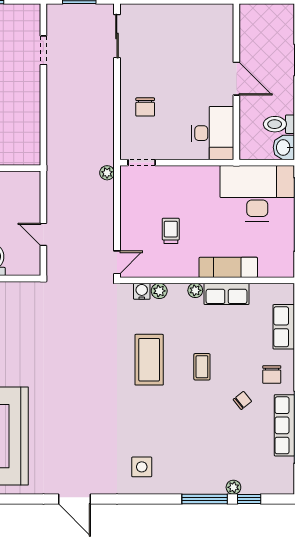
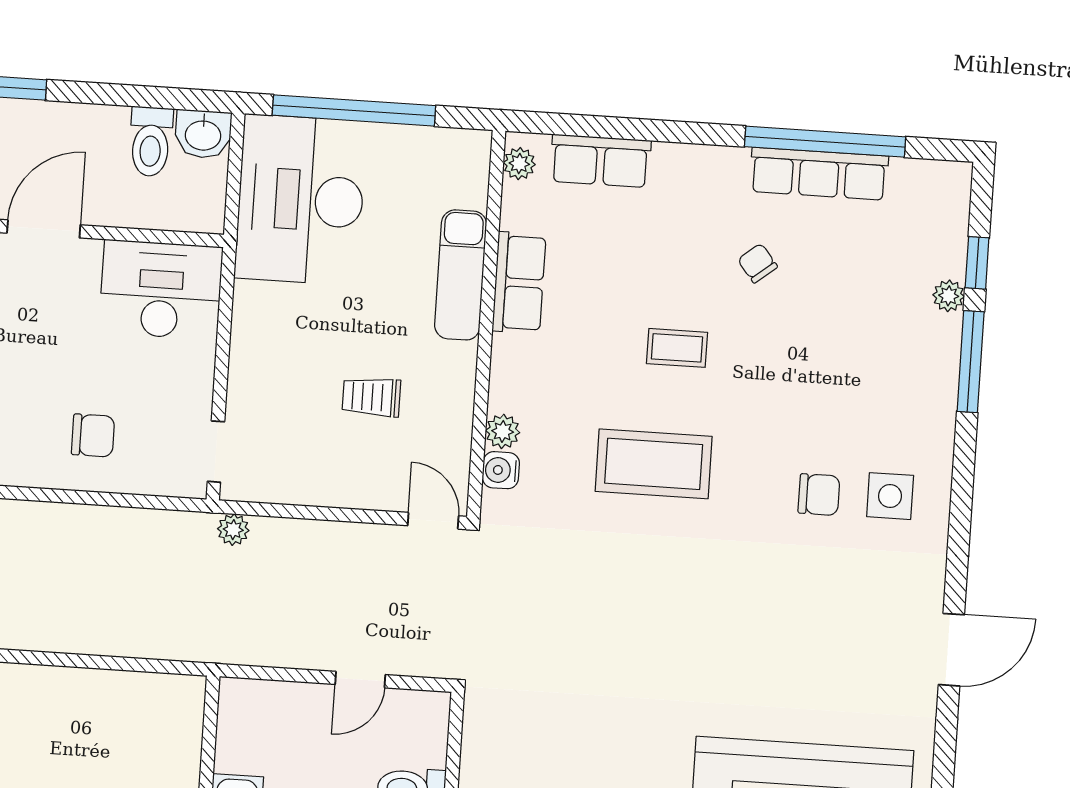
plant: (195, 290) -> (519, 164), moved
chair: (272, 375) -> (819, 495), moved

